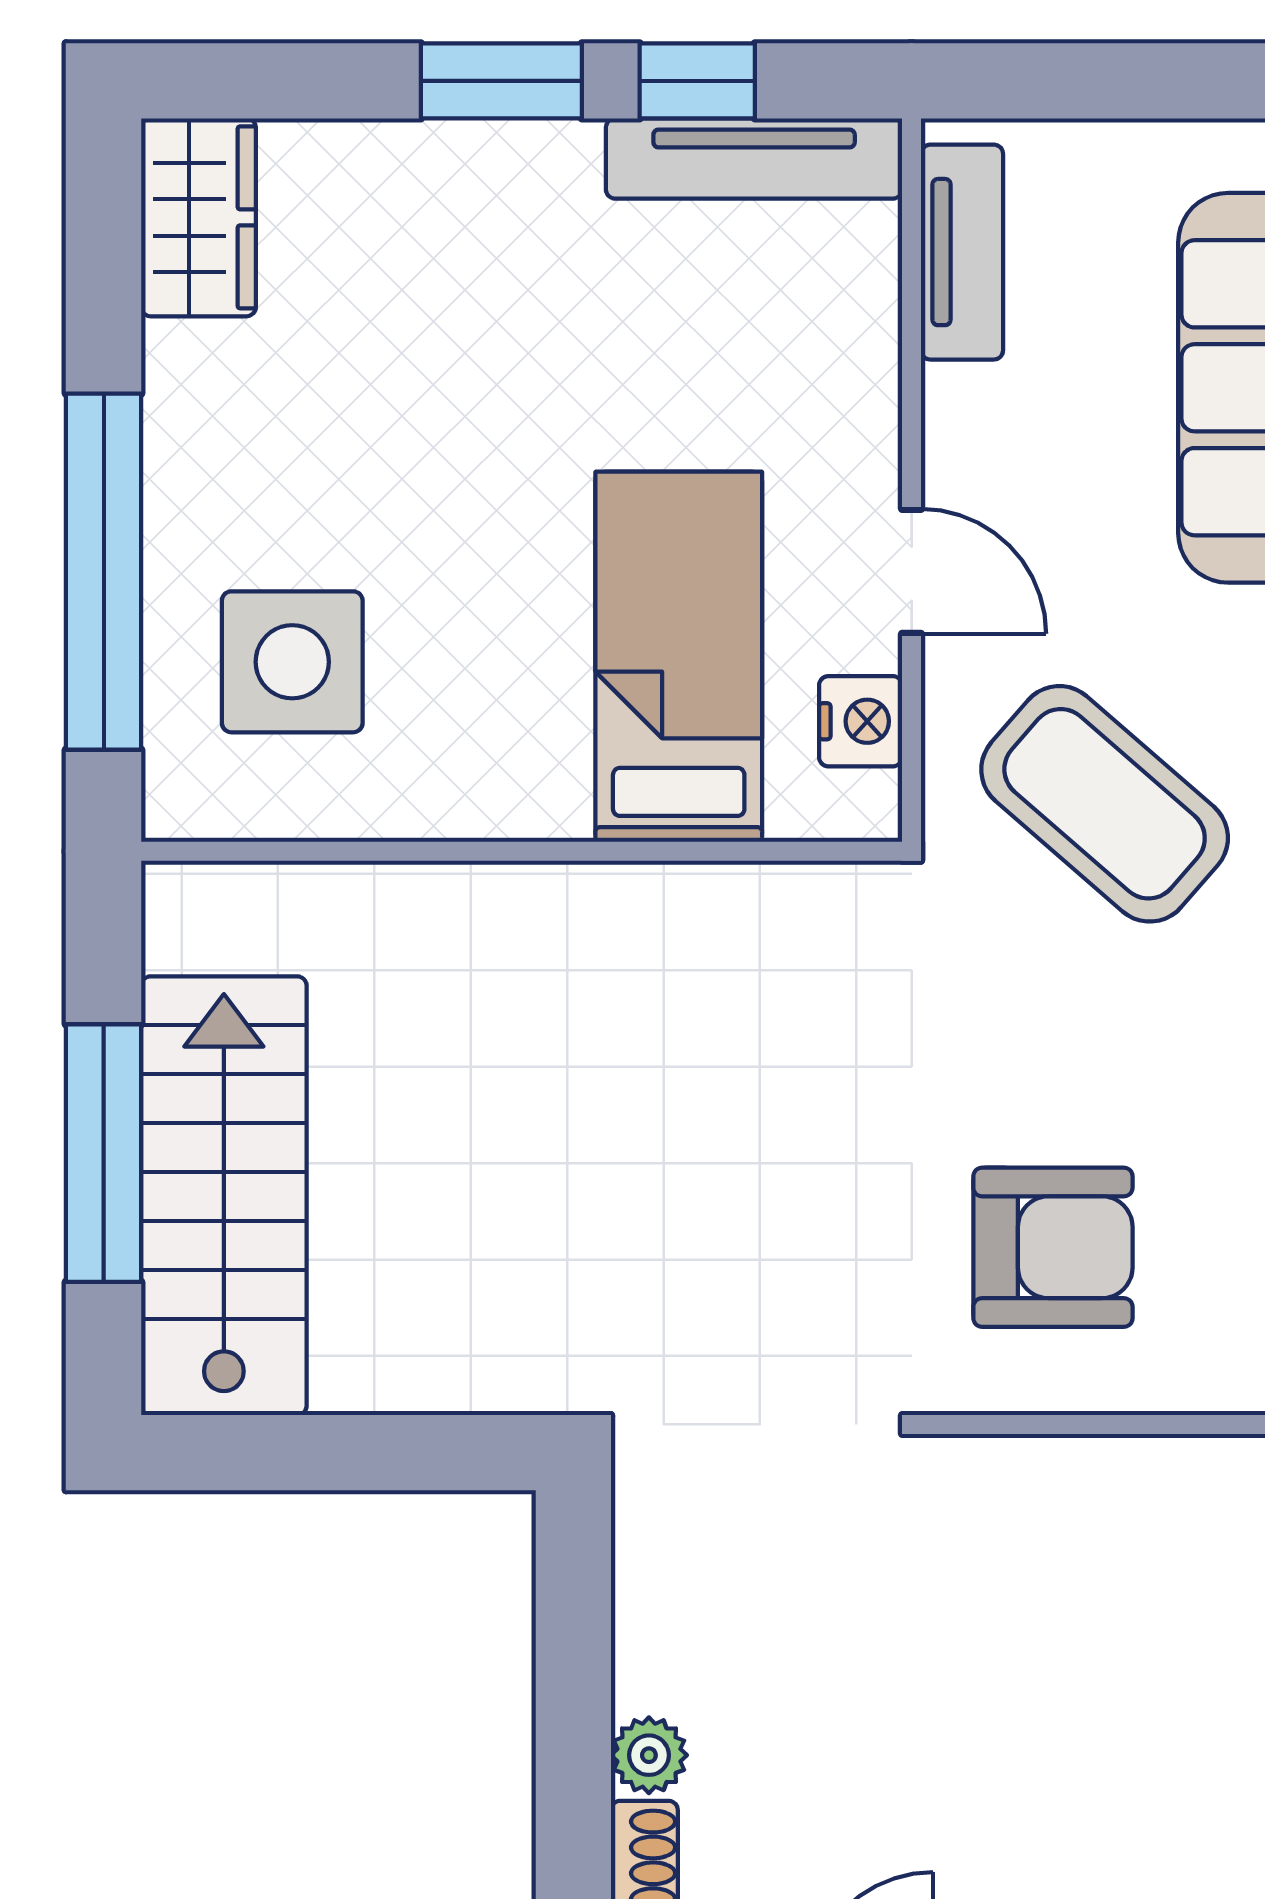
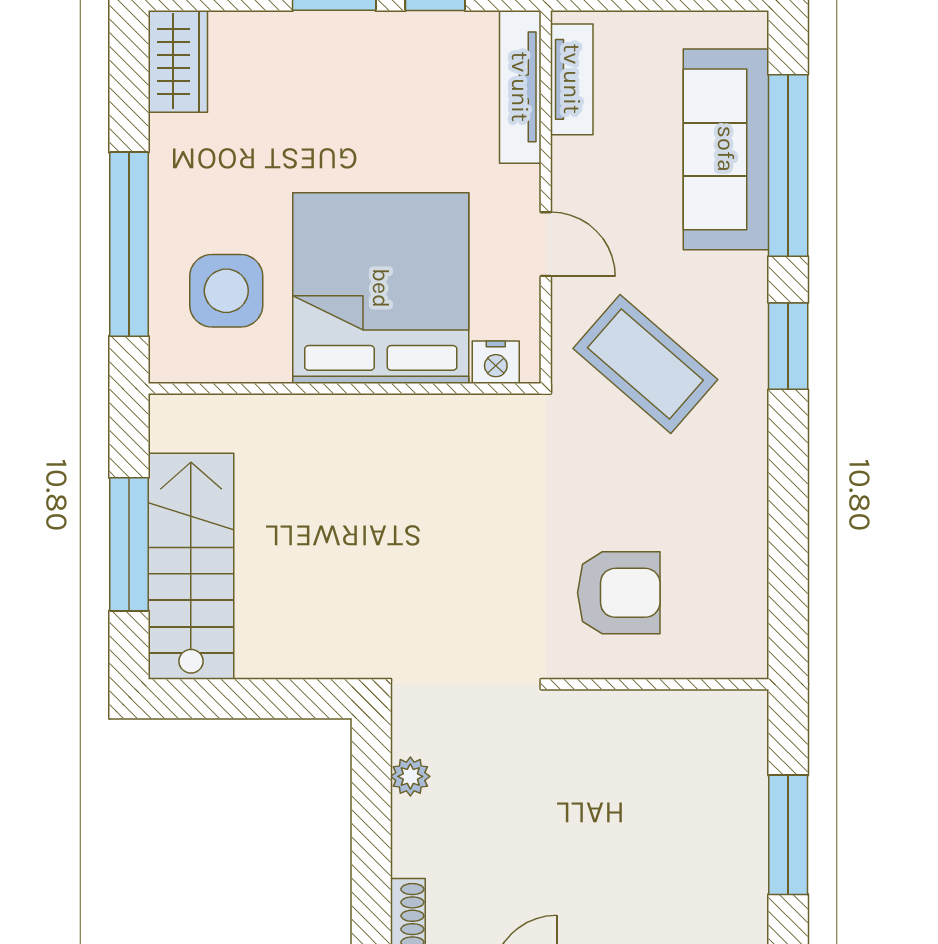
tv unit: (754, 159) -> (520, 87), moved, turned 90
bed: (679, 657) -> (381, 288), width x2.04
nightstand: (861, 721) -> (496, 362), moved, turned 90
plant: (649, 1755) -> (410, 776), moved

